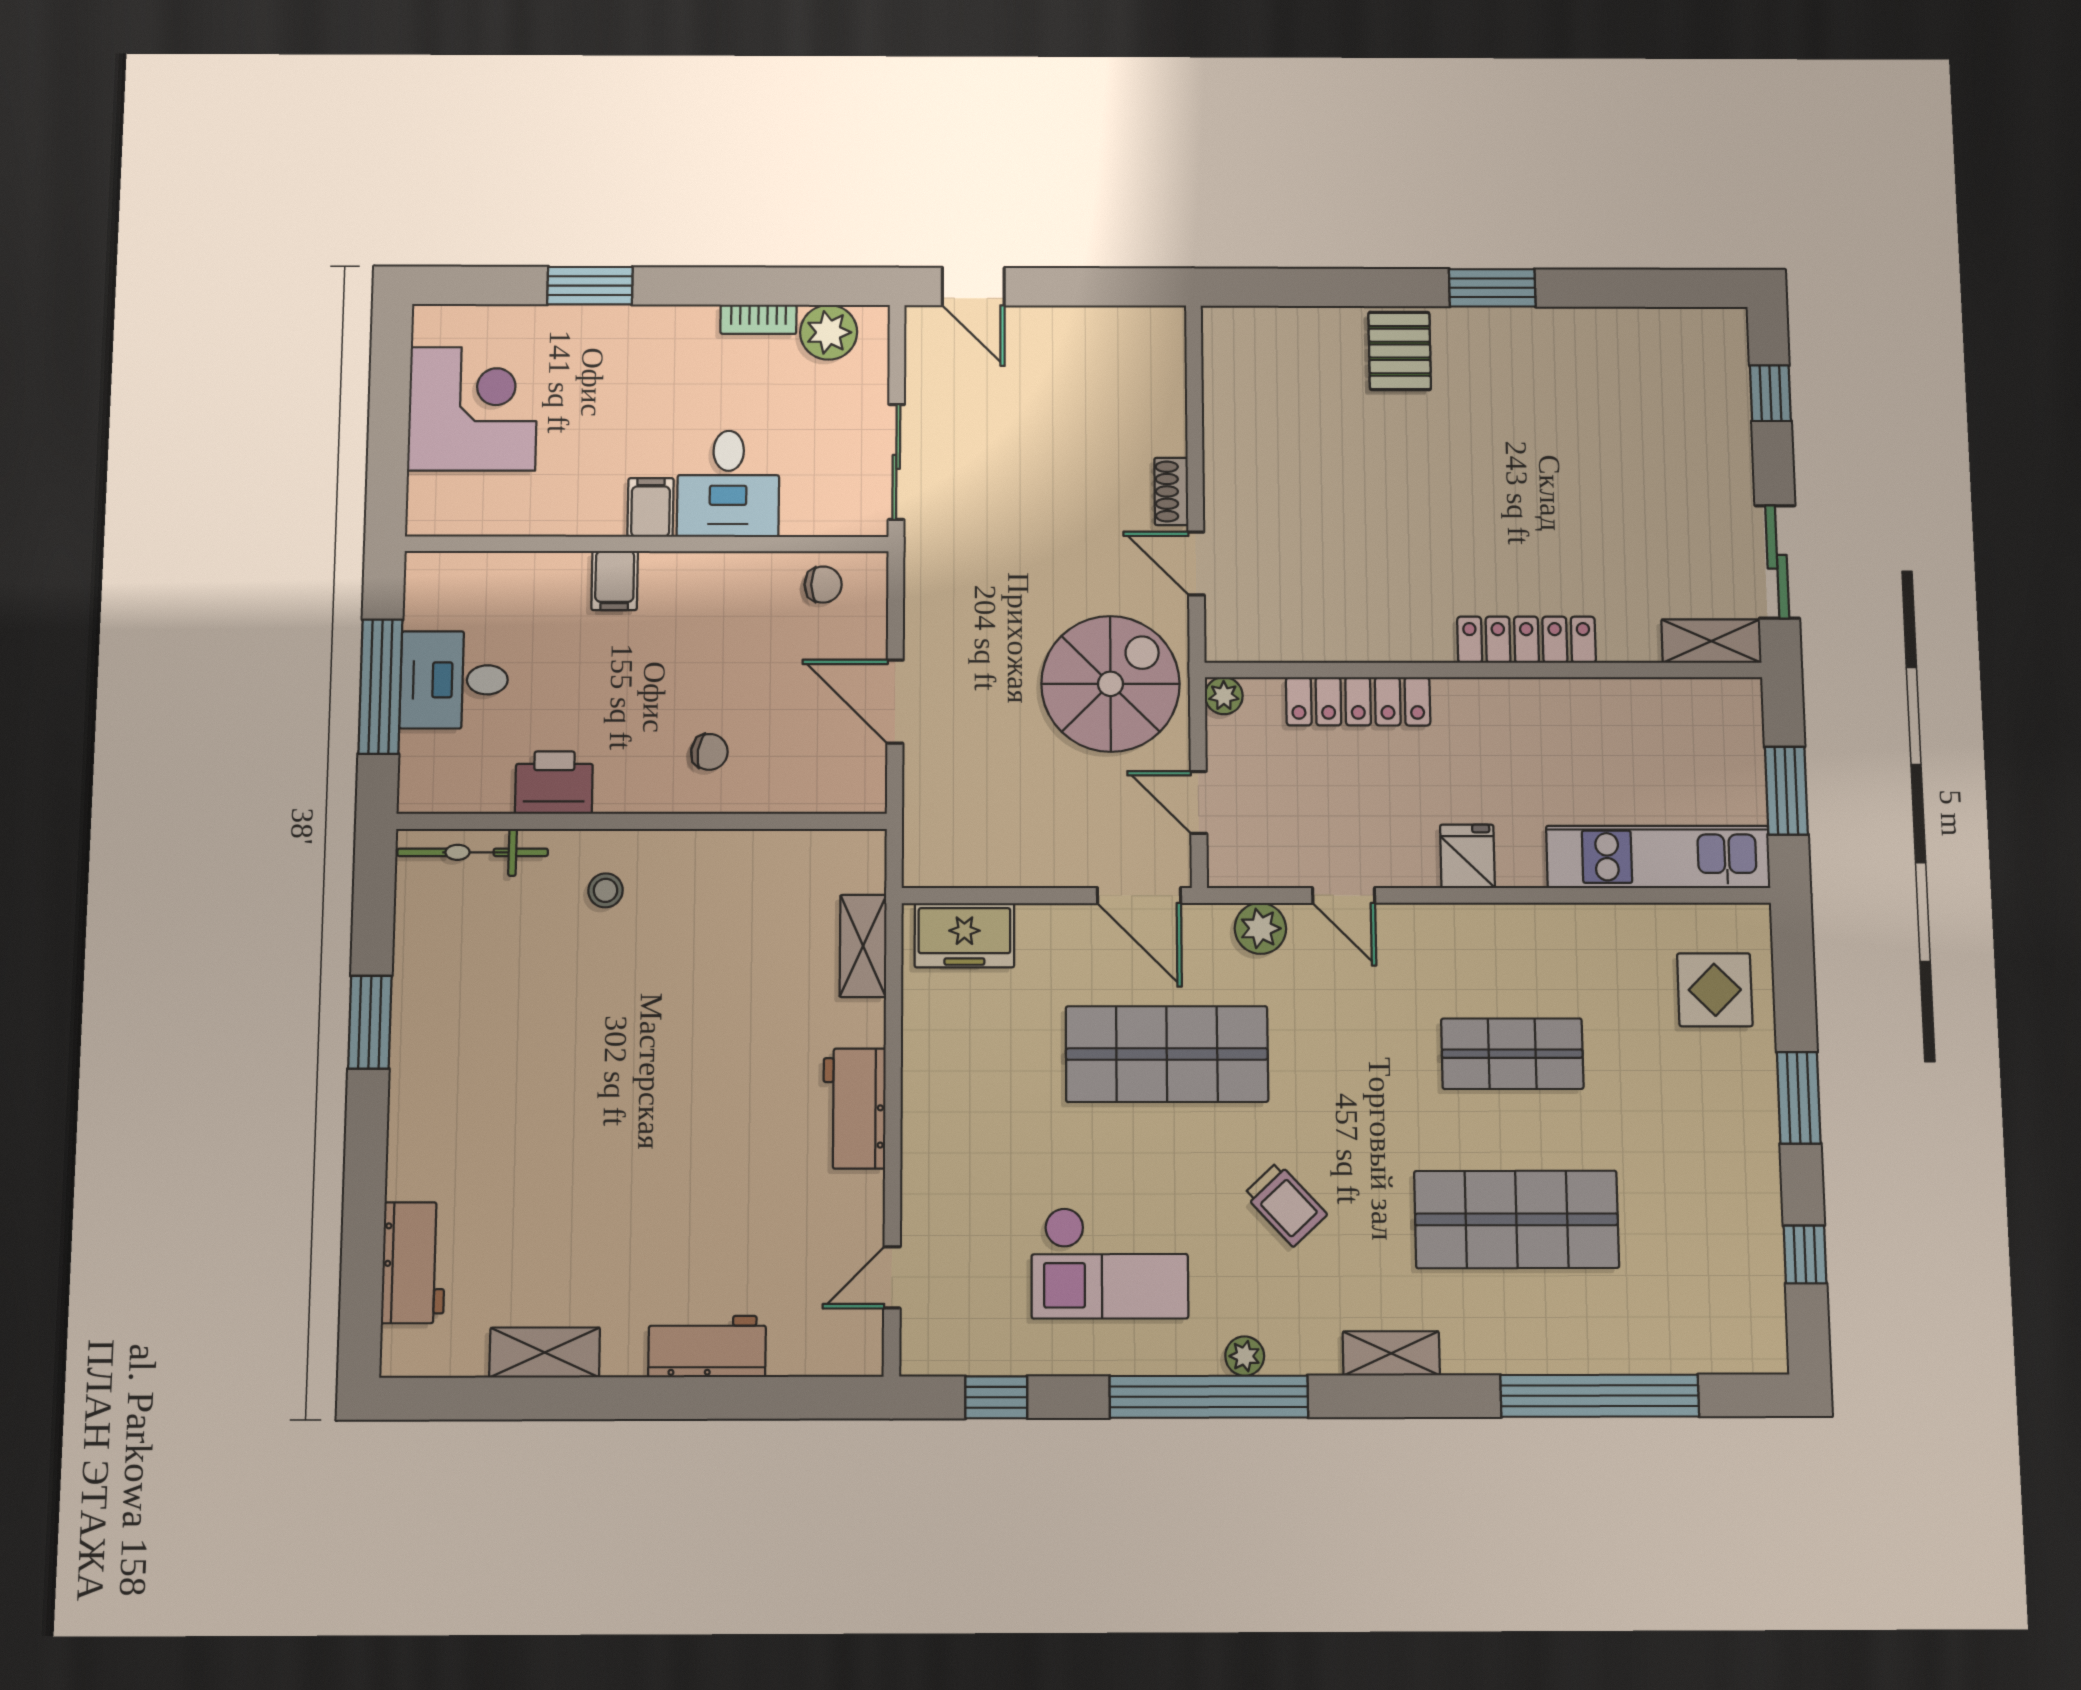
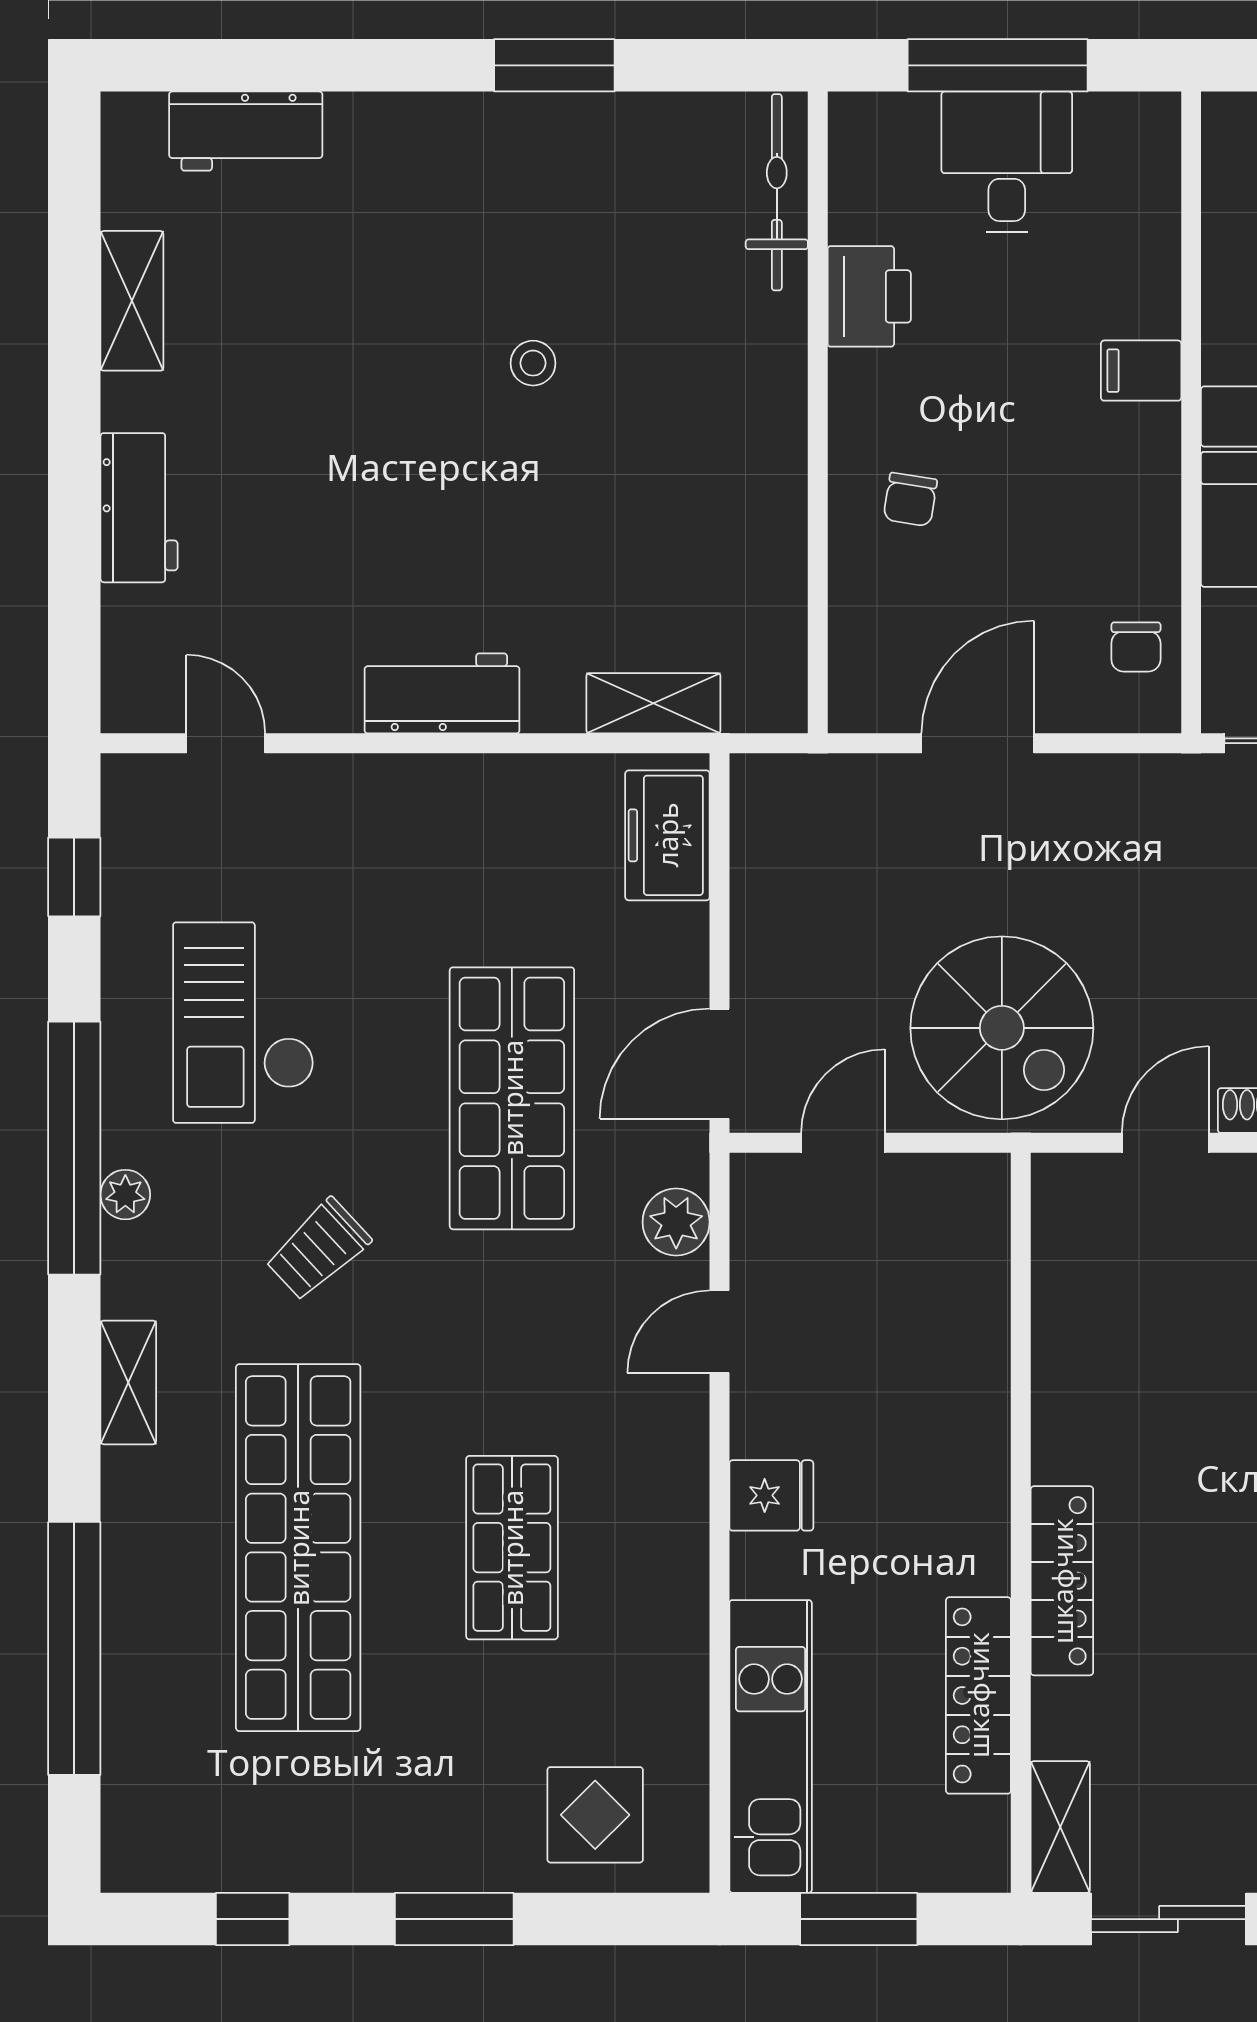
plant: (1224, 696) -> (986, 1178), removed
locker: (1358, 701) -> (978, 1695), moved
stool: (606, 890) -> (533, 363), moved
shop shelf: (1516, 1219) -> (298, 1548), width x1.40

